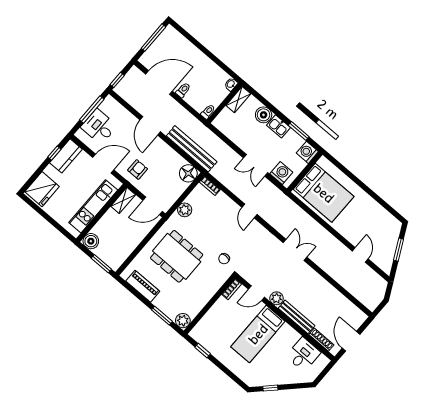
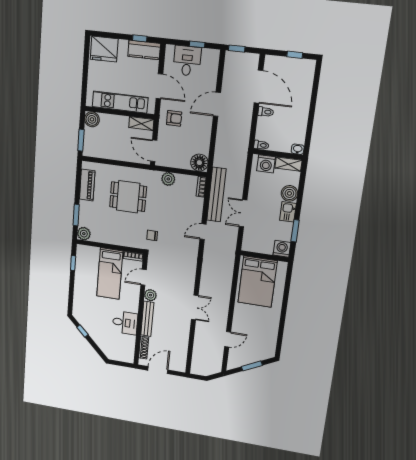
window: (153, 38) -> (295, 55), width x0.46
window: (92, 109) -> (197, 44), width x0.46
bench: (192, 149) -> (216, 195), moved
washing machine: (281, 173) -> (266, 164), moved, turned 90
double door: (295, 250) -> (195, 307), moved
dining table: (177, 256) -> (128, 197), width x0.73
door: (256, 293) -> (144, 277), hinge flipped
bed: (258, 334) -> (110, 274), moved, turned -90
desk: (303, 354) -> (125, 323), moved

